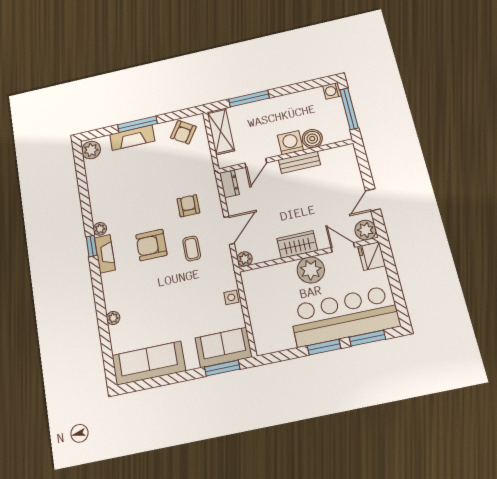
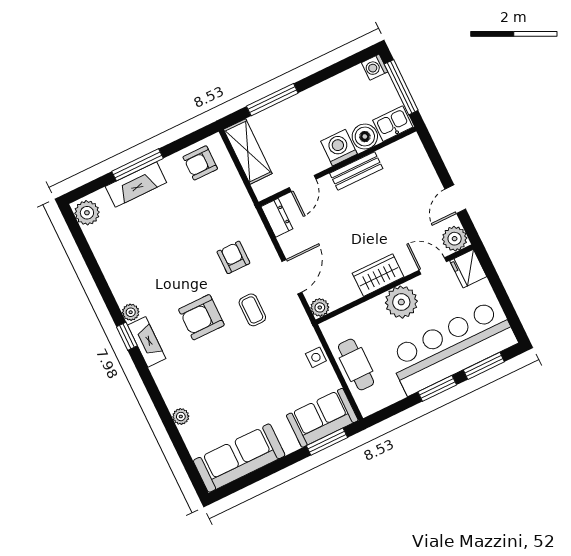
armchair: (183, 132) -> (200, 163), turned 57
kitchen sink: (336, 134) -> (393, 124), added
cafe table: (262, 311) -> (356, 364), added

